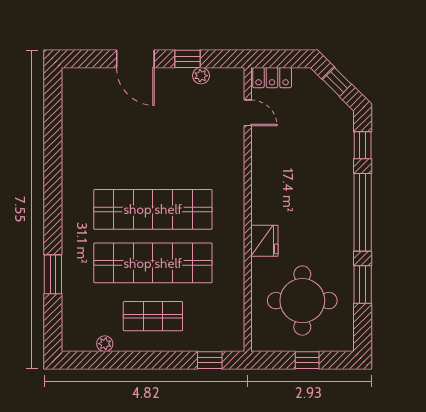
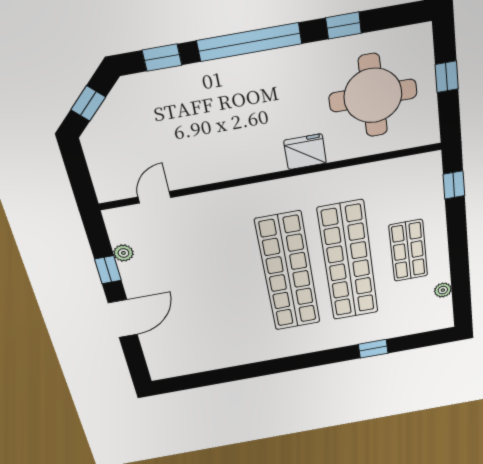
locker: (272, 78) -> (104, 179), removed
window: (53, 274) -> (373, 349), width x0.67
window: (363, 284) -> (344, 25), width x0.67

